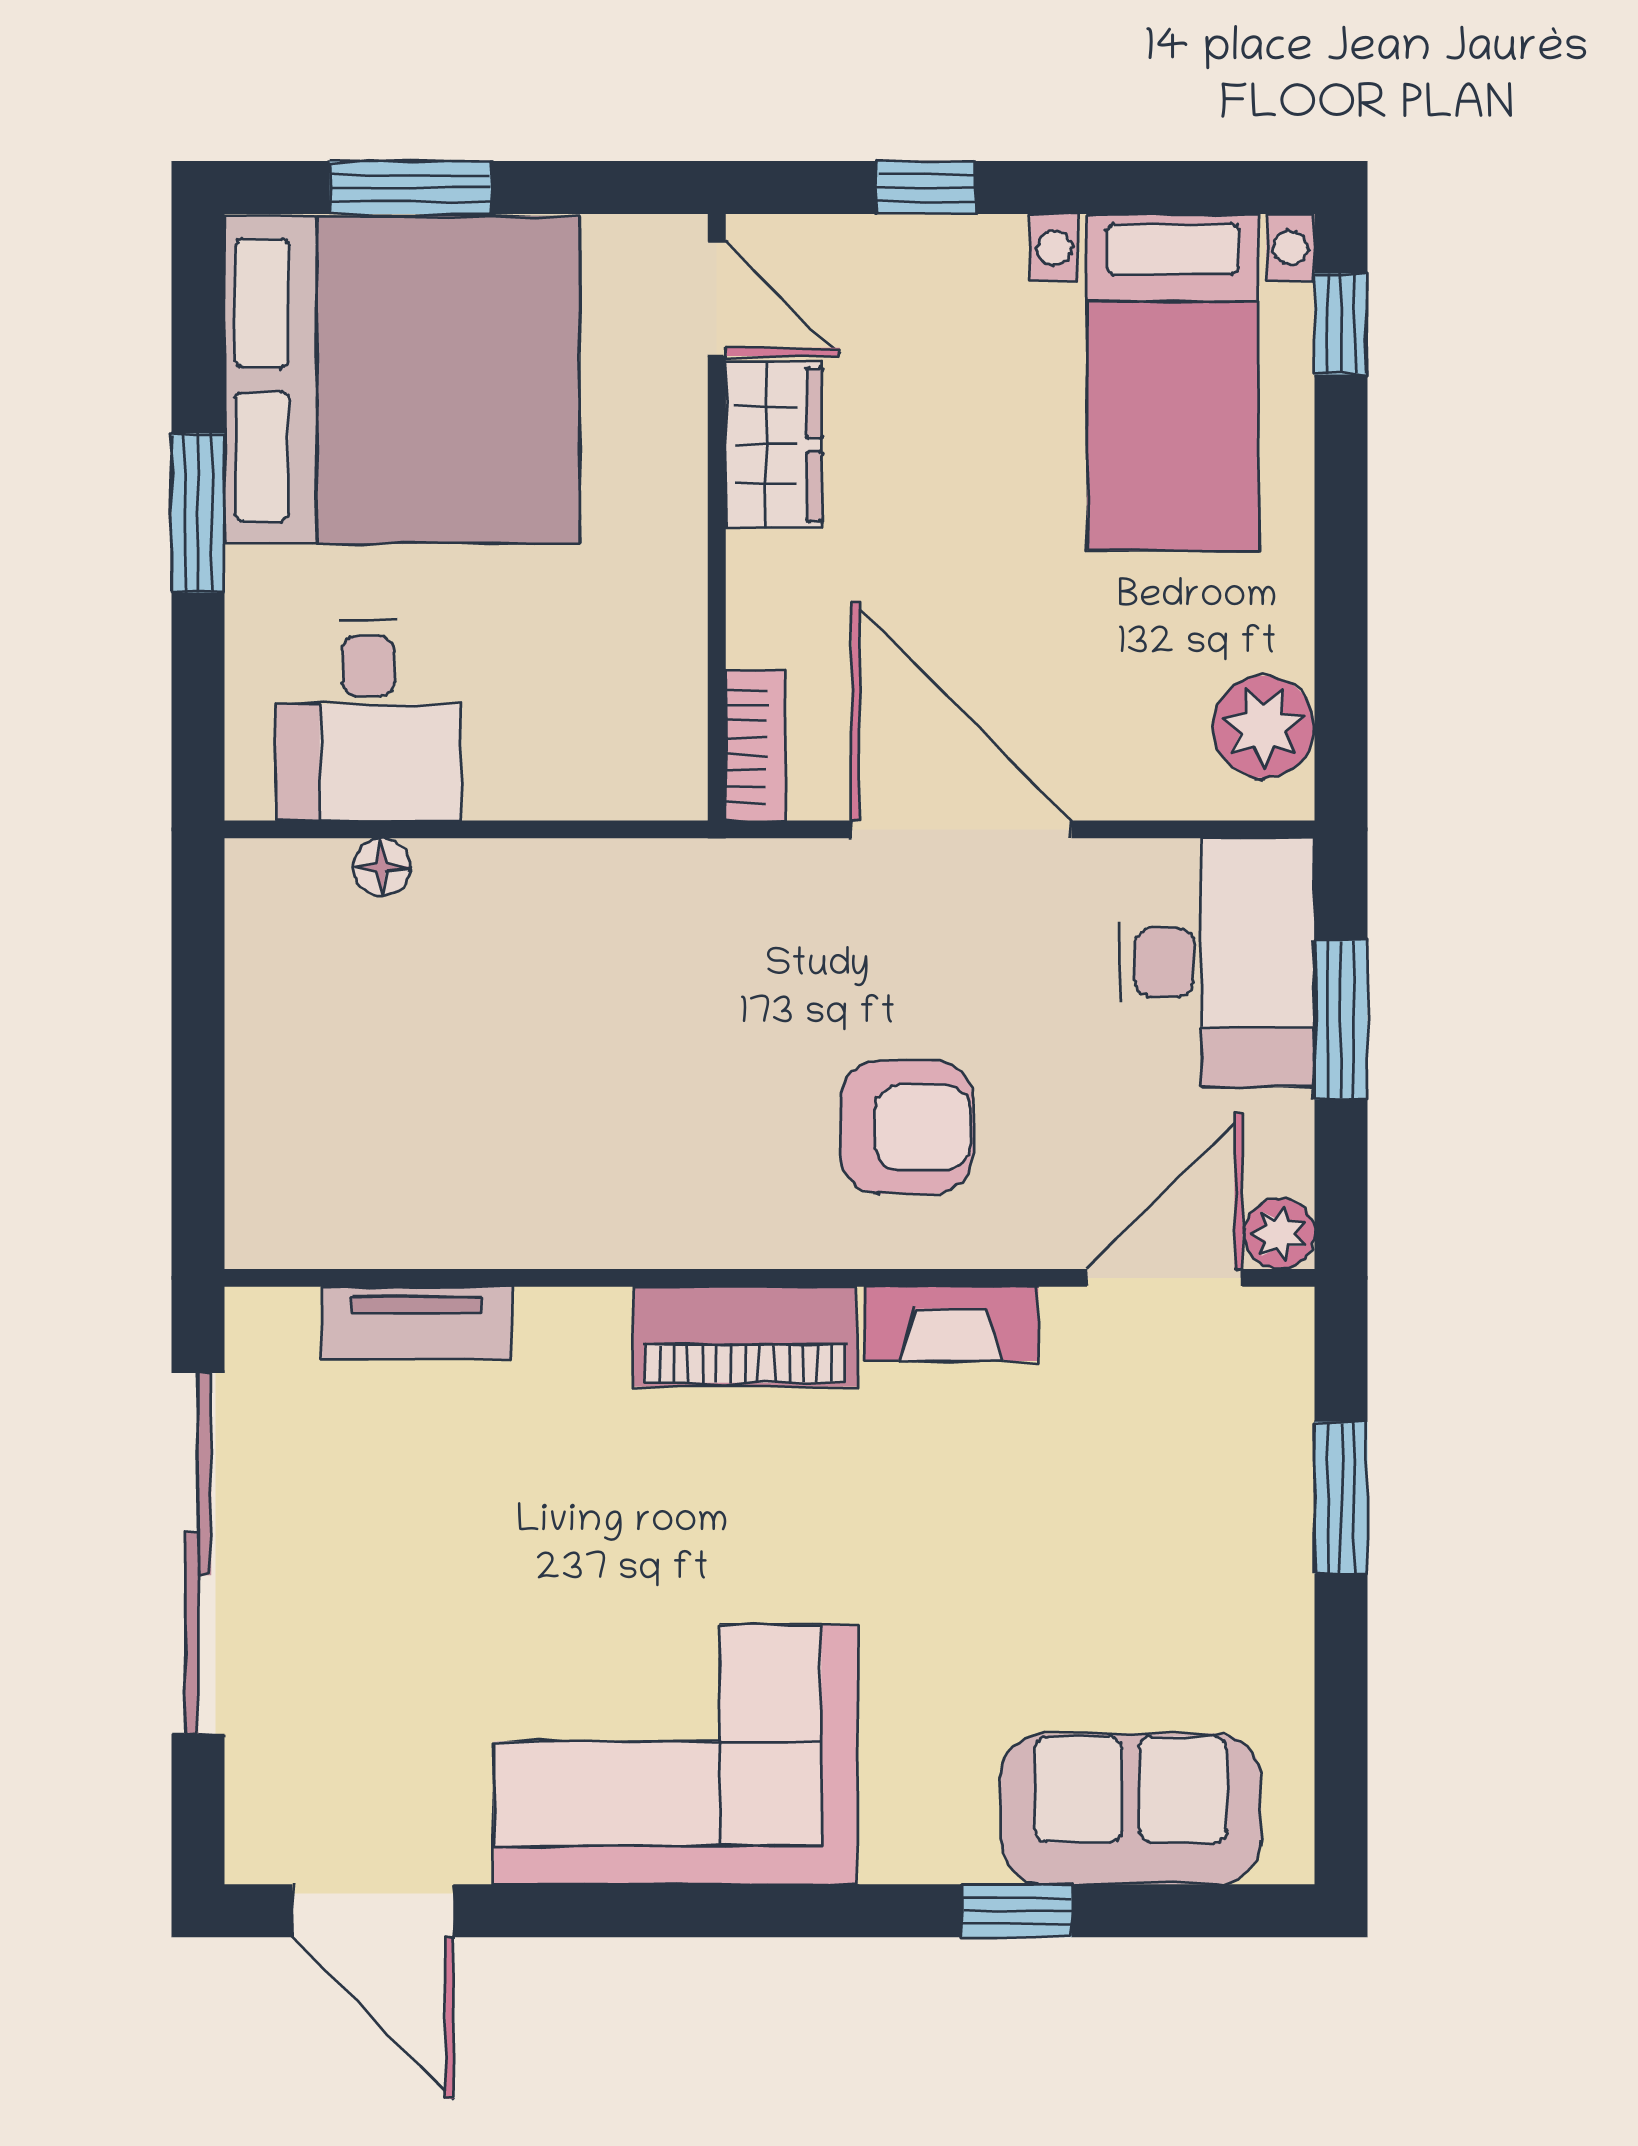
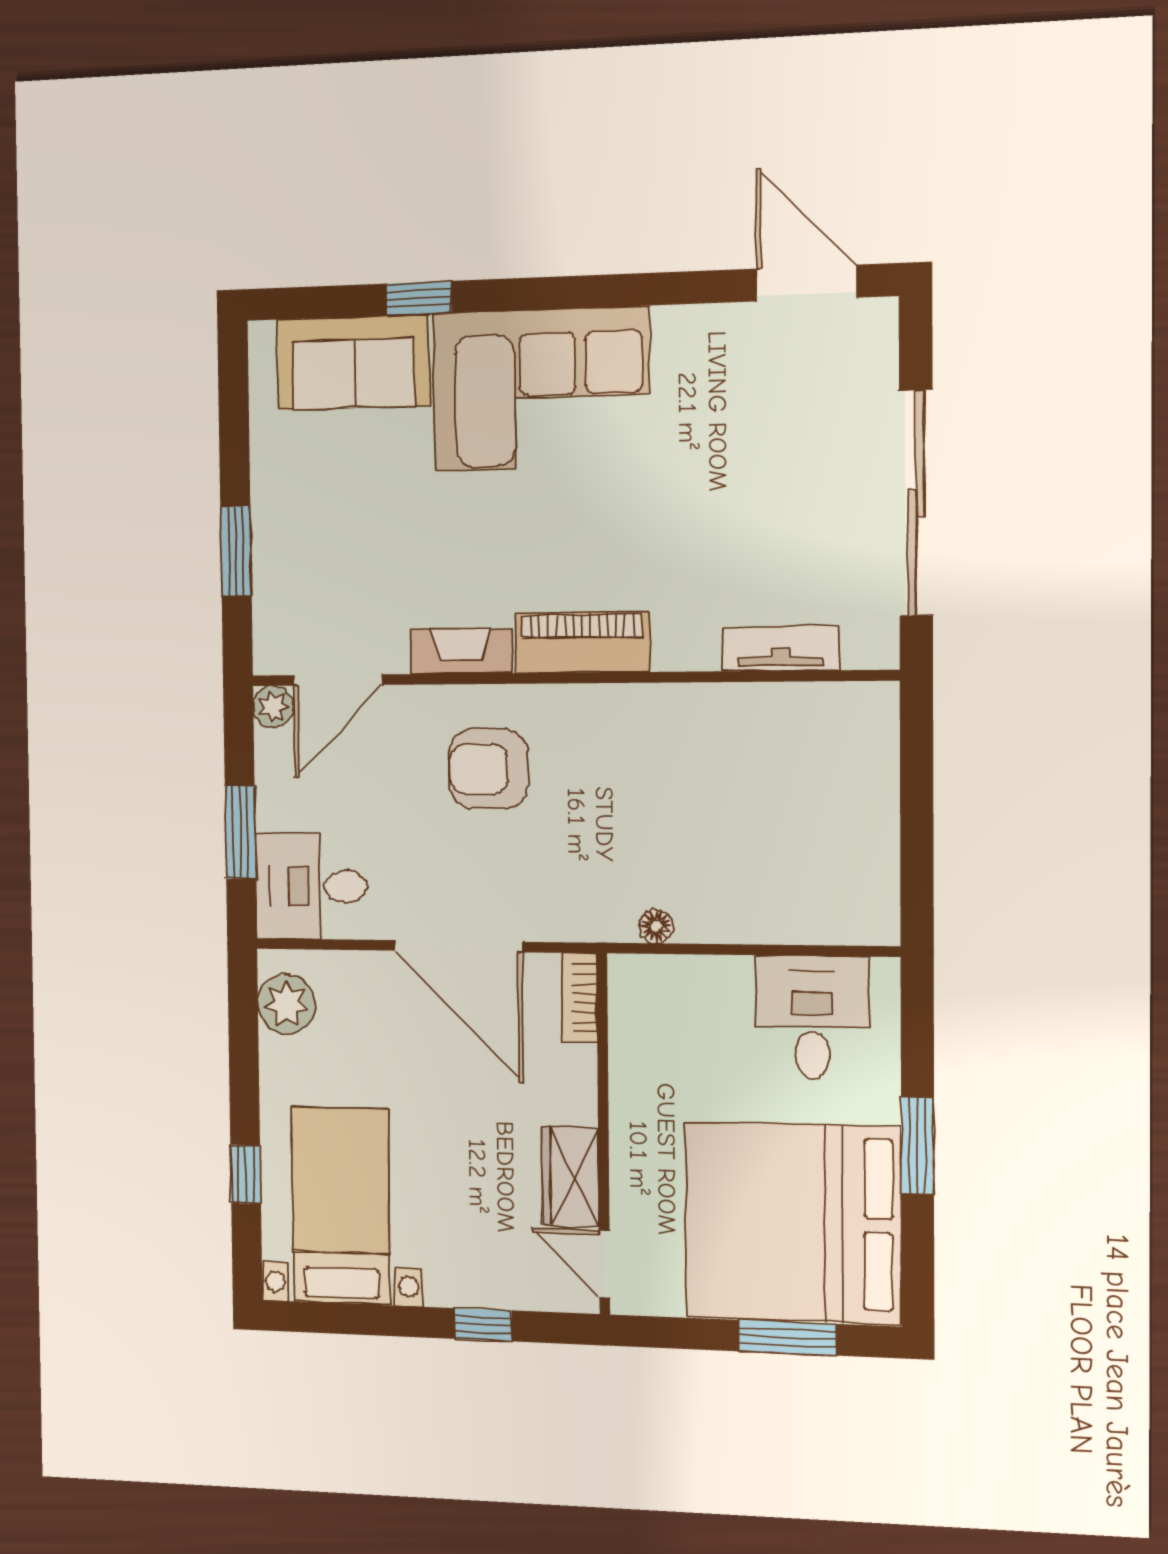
window: (1341, 324) -> (246, 1174), moved
floor lamp: (382, 867) -> (656, 926), moved
desk: (1217, 962) -> (311, 886), width x0.73
corner sofa: (676, 1755) -> (541, 389), moved

